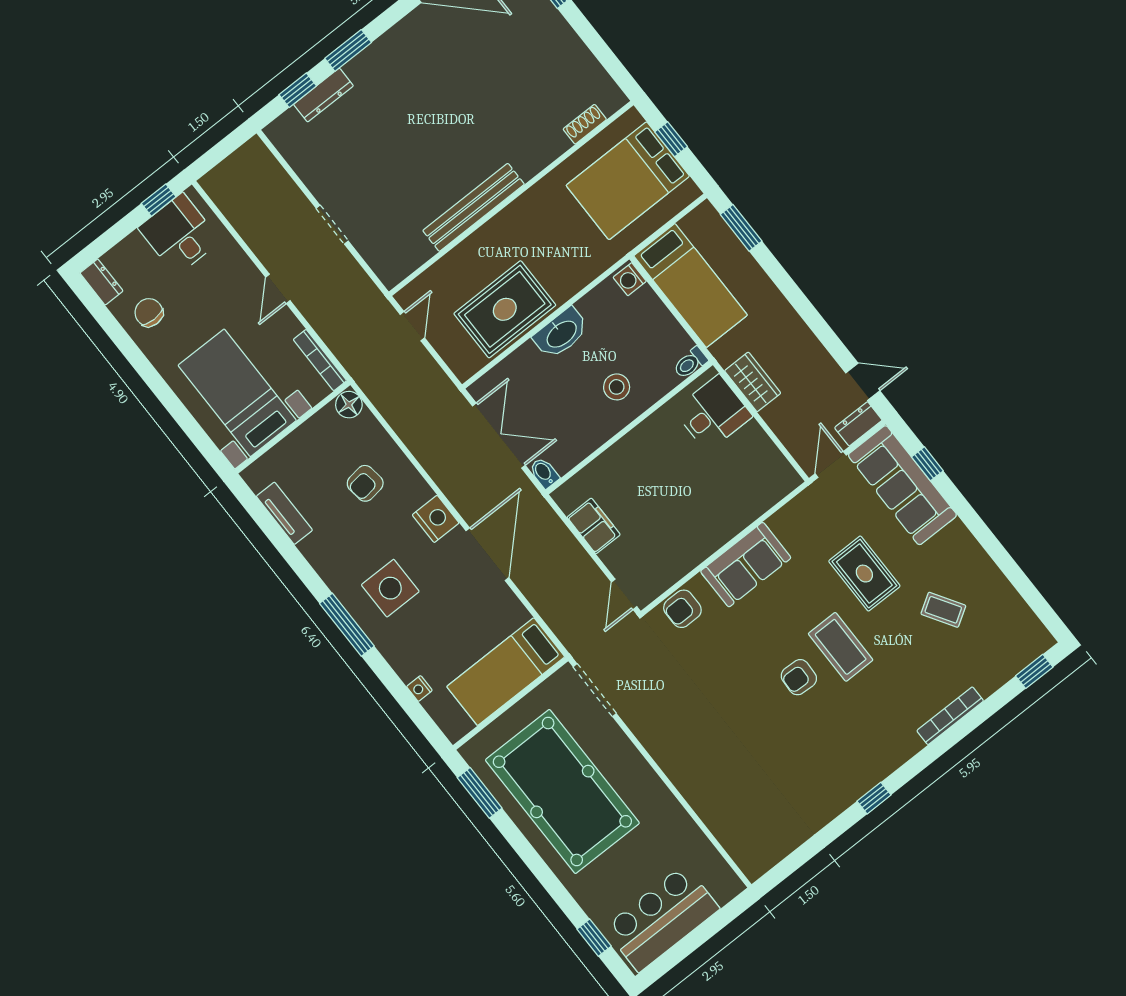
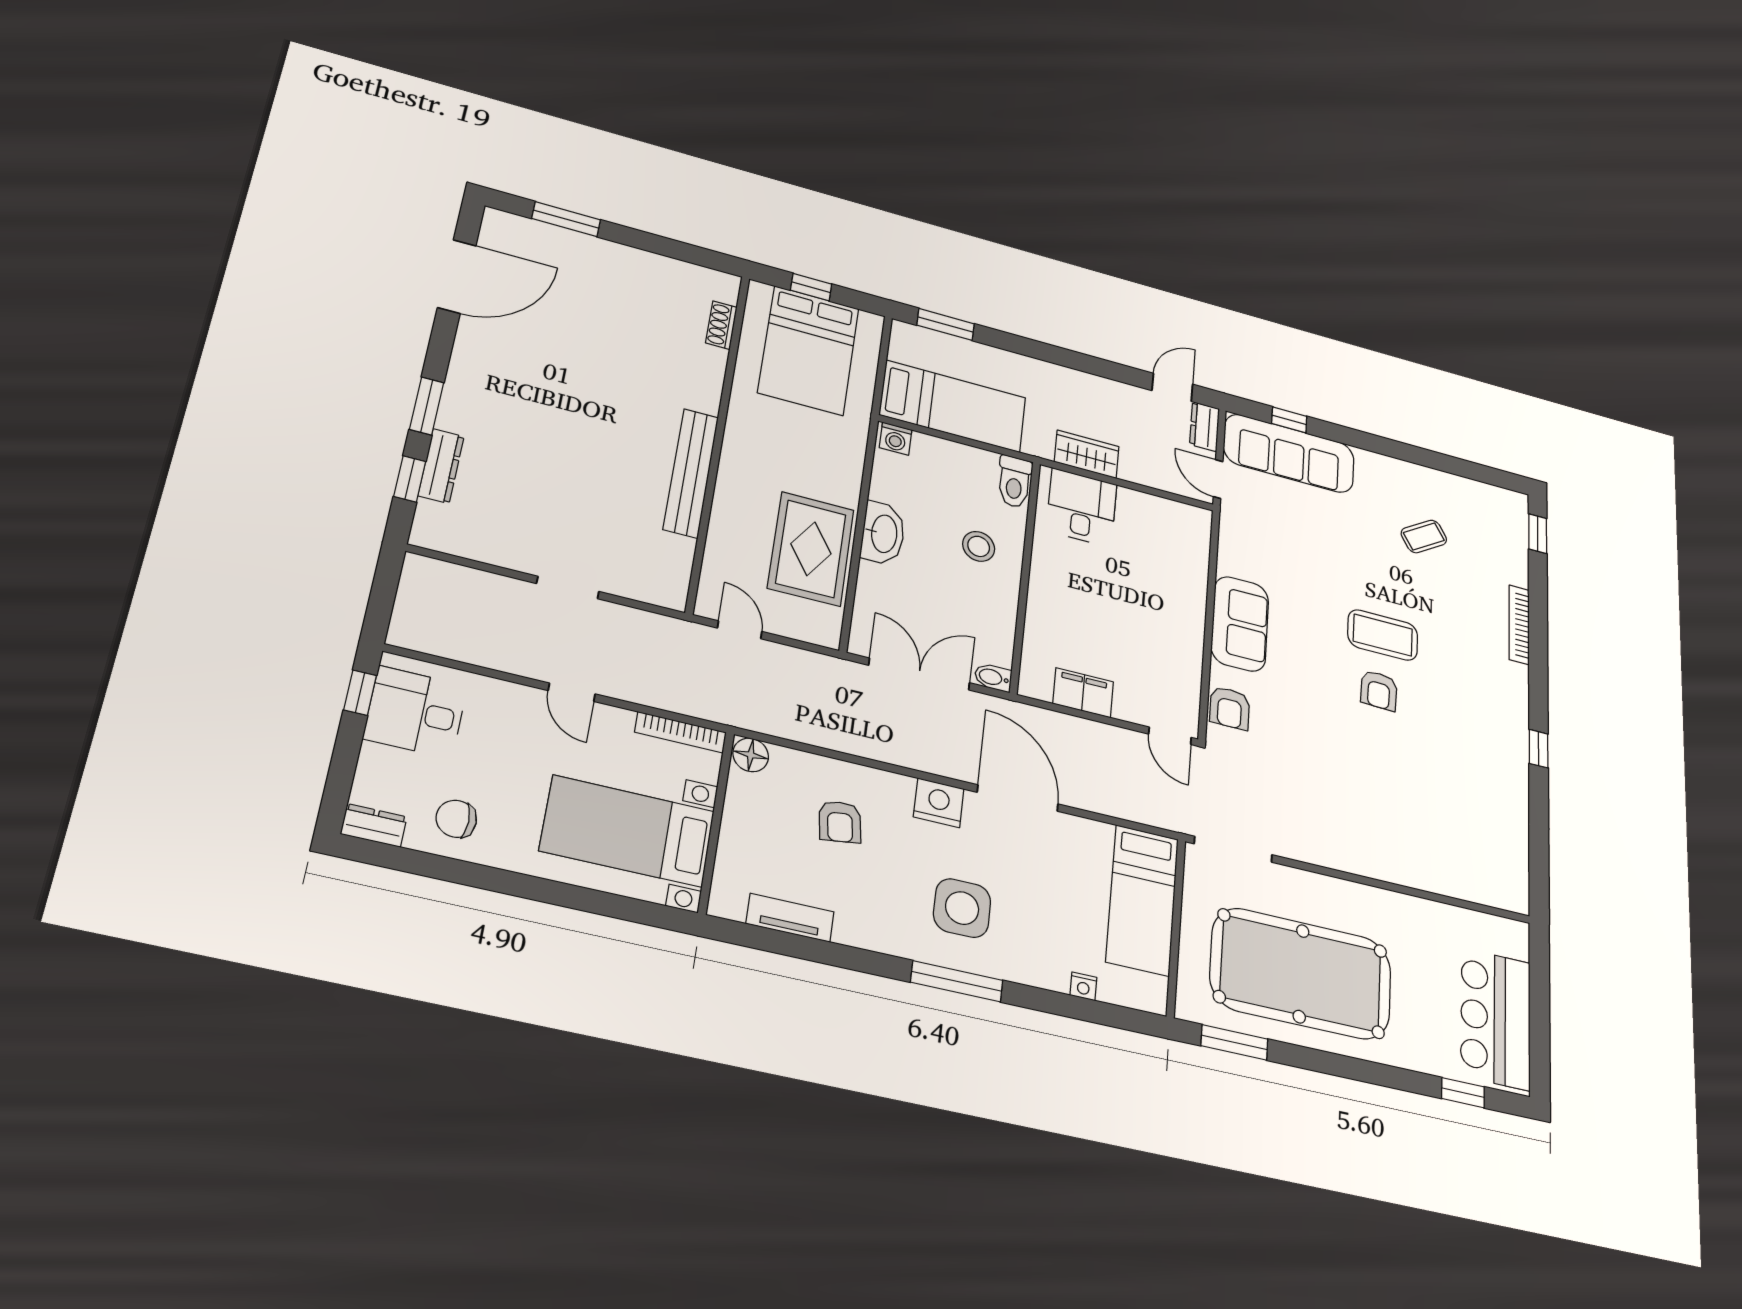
toilet: (690, 363) -> (1014, 482), width x1.37, depth x1.39
rug: (864, 574) -> (1337, 554), removed

